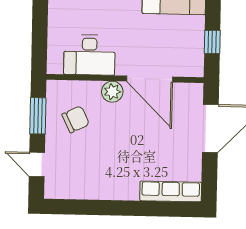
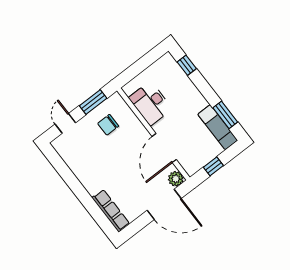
plant: (112, 92) -> (176, 179), moved
chair: (76, 119) -> (108, 125), turned 116

